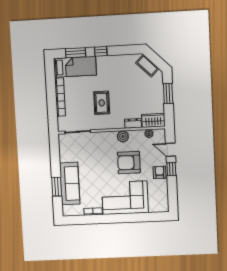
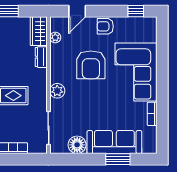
plant: (123, 136) -> (57, 91), moved
floor lamp: (66, 155) -> (77, 145), added
window: (171, 169) -> (136, 11), moved

